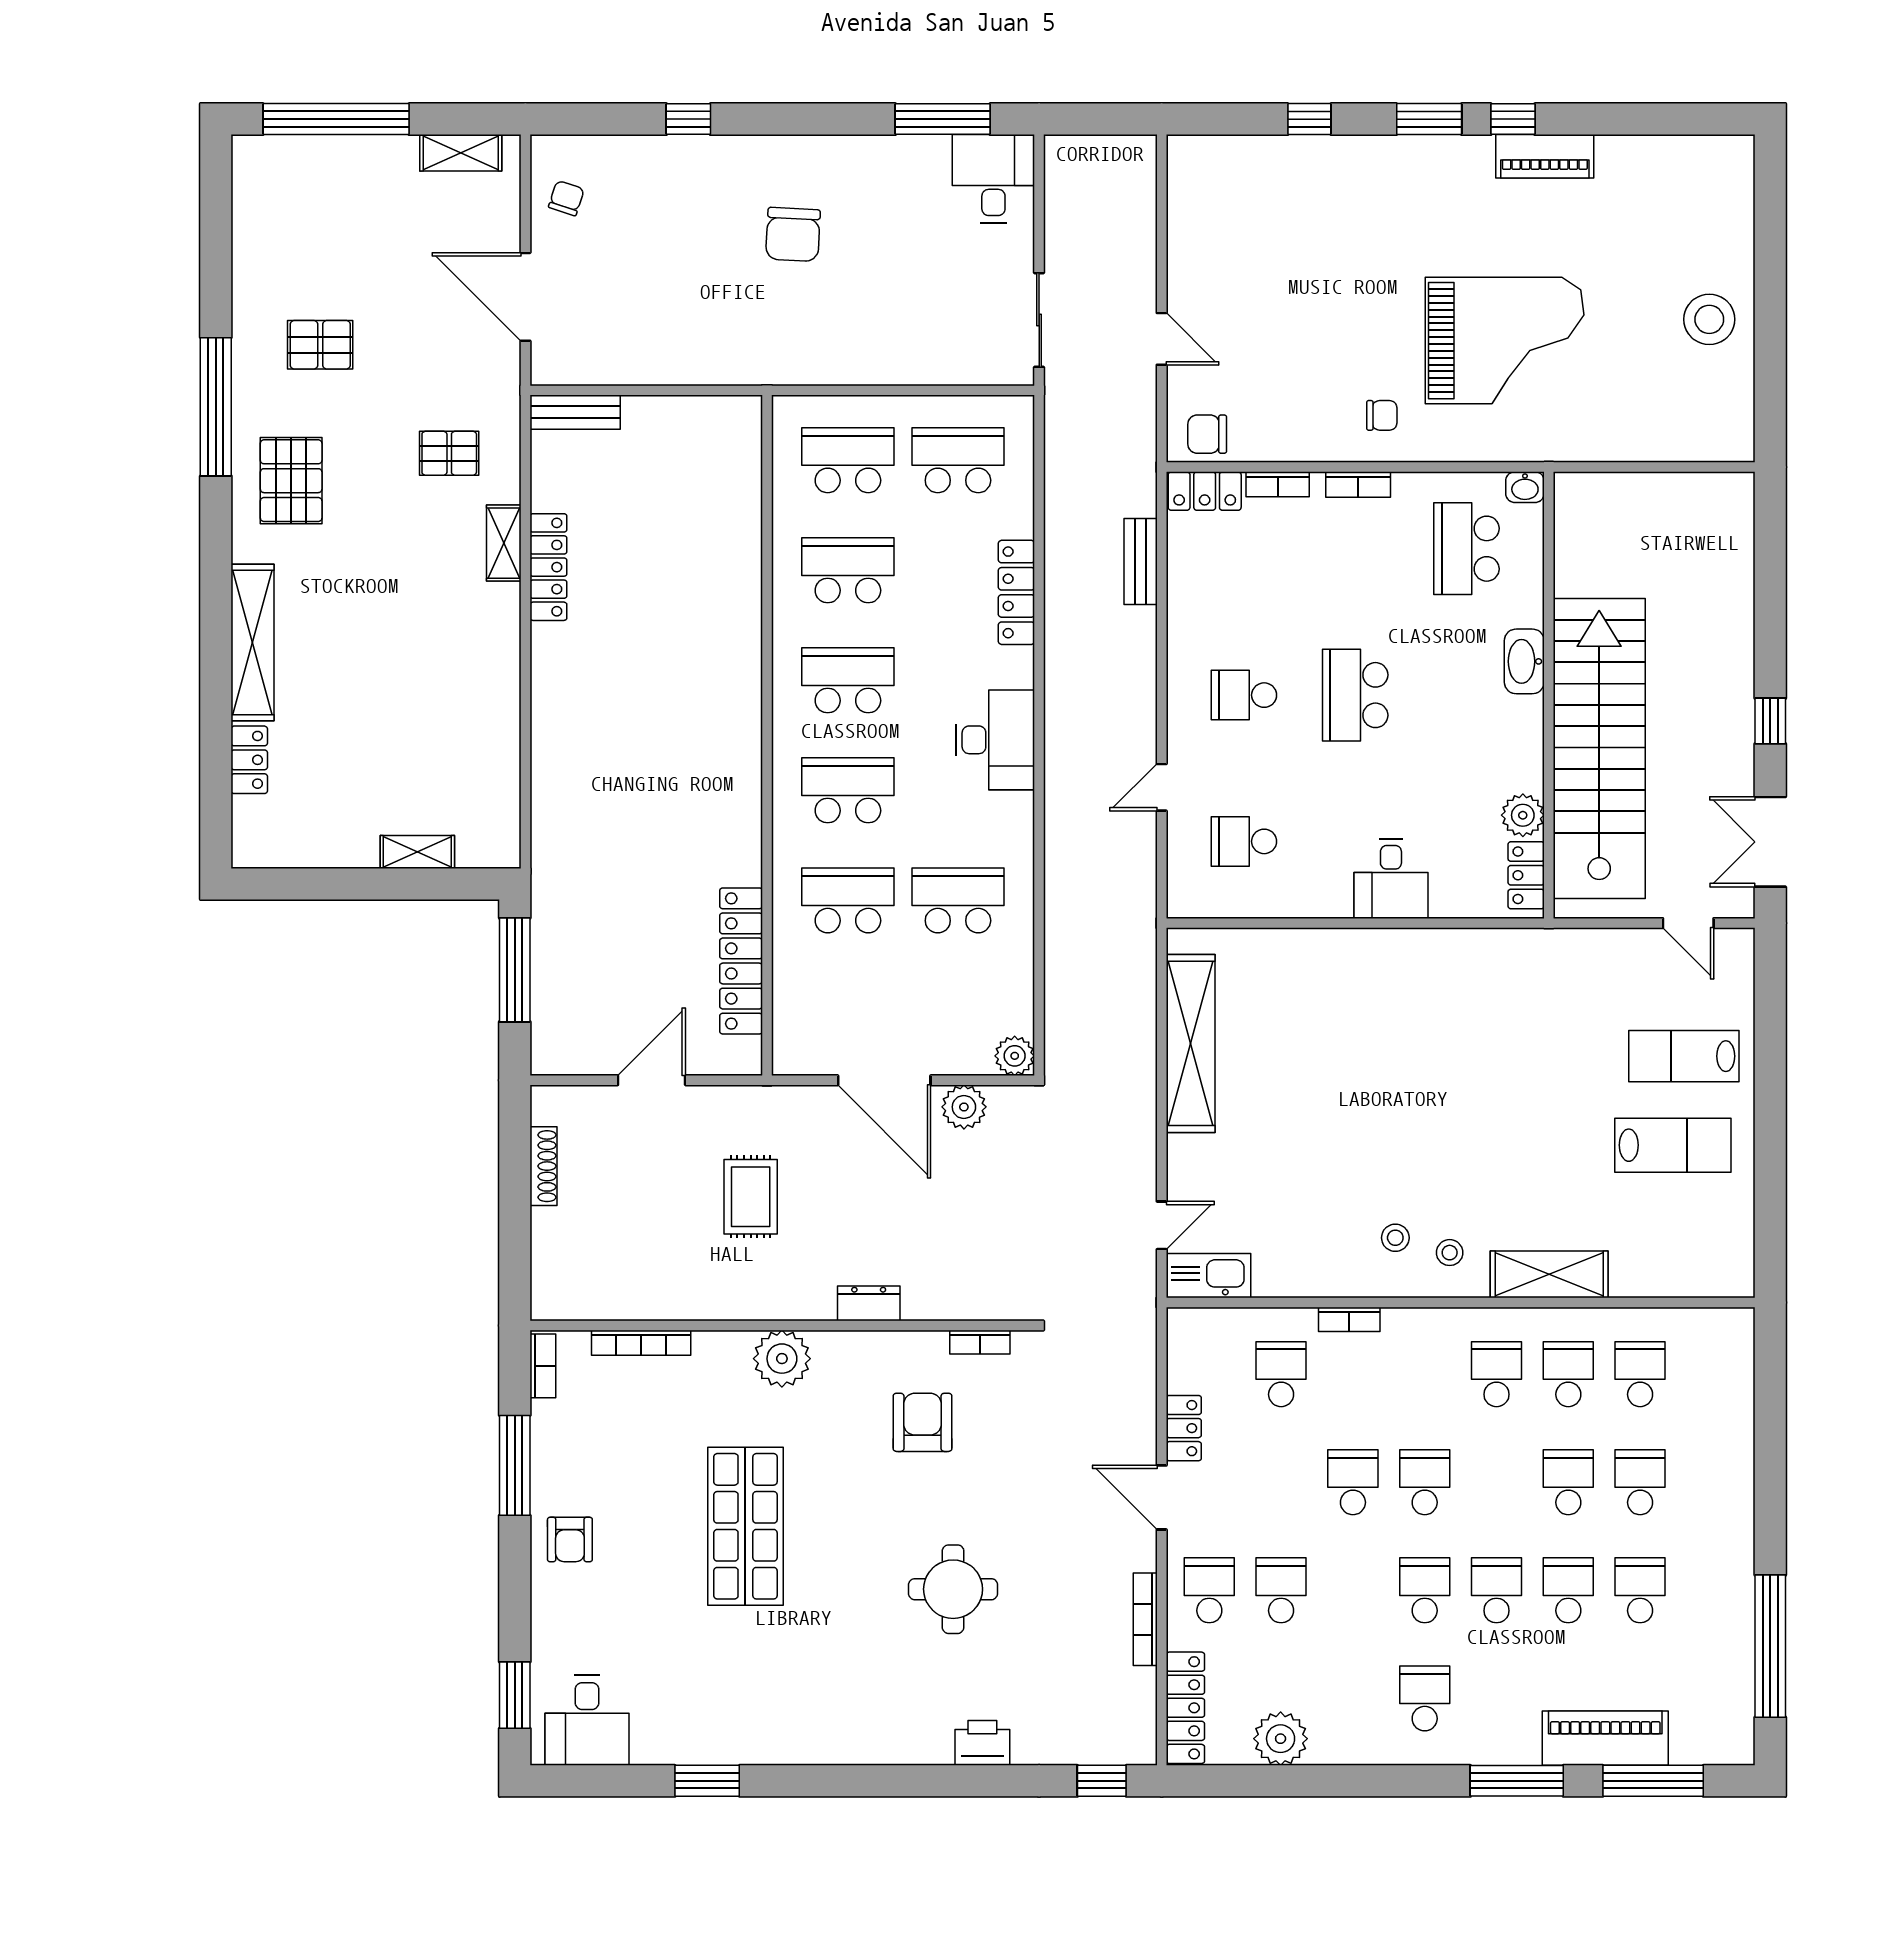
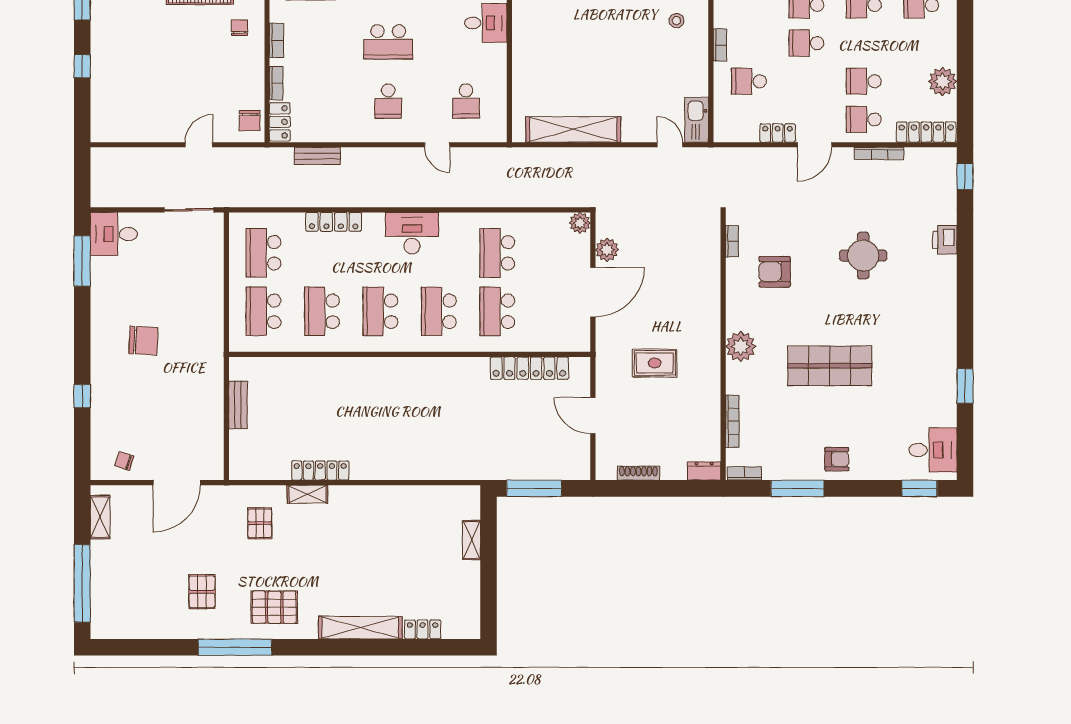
bench: (575, 412) -> (238, 405), moved
dresser: (869, 1303) -> (704, 471), moved, turned 90

